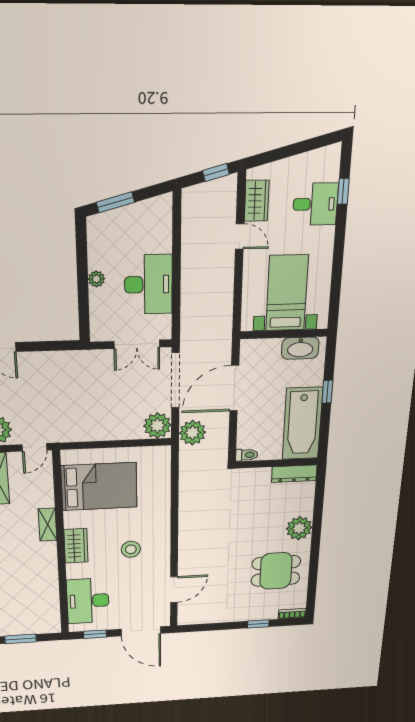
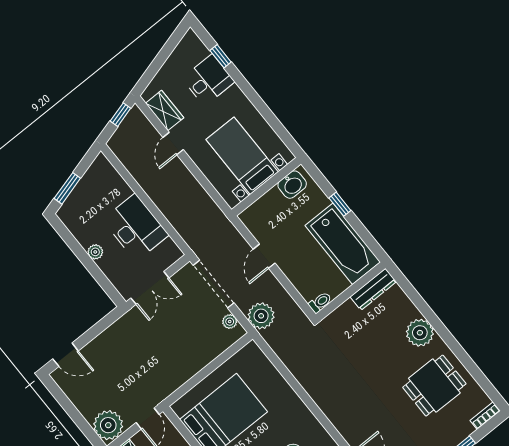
door: (240, 236) -> (173, 144), swing flipped
double door: (137, 344) -> (150, 288), moved
washbasin: (300, 348) -> (292, 185), width x0.72
door: (234, 388) -> (264, 256), width x0.53
plant: (157, 426) -> (230, 322), width x0.53, depth x0.53

